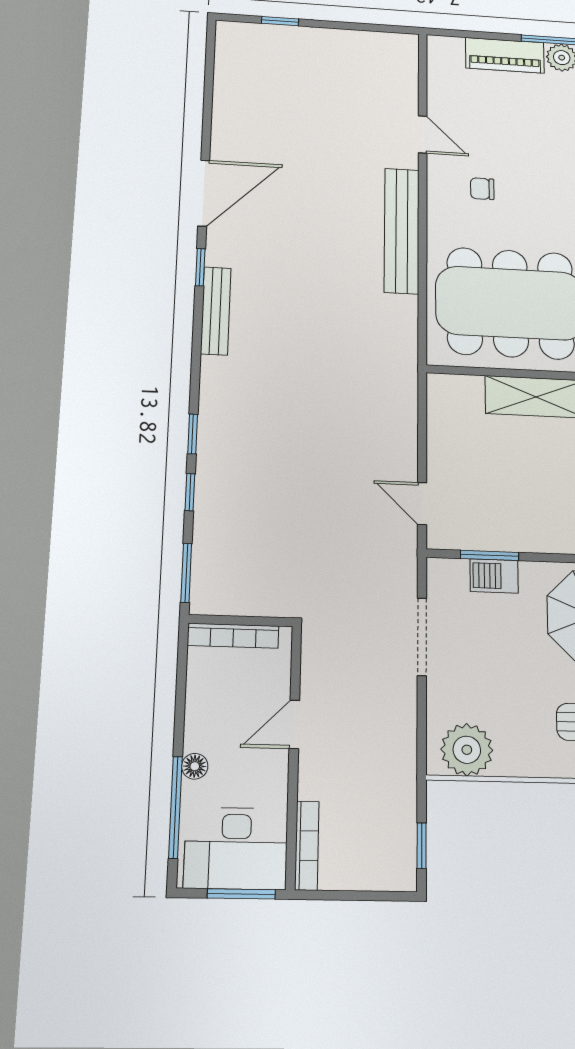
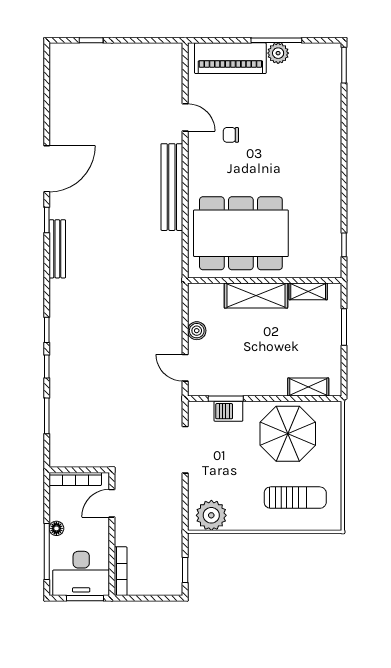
piano: (505, 55) -> (230, 58), width x1.37, depth x1.33
chair: (482, 189) -> (231, 135), moved
boiler: (441, 446) -> (197, 331), added
wall: (241, 620) -> (79, 470), moved
bookcase: (233, 636) -> (75, 479), moved

